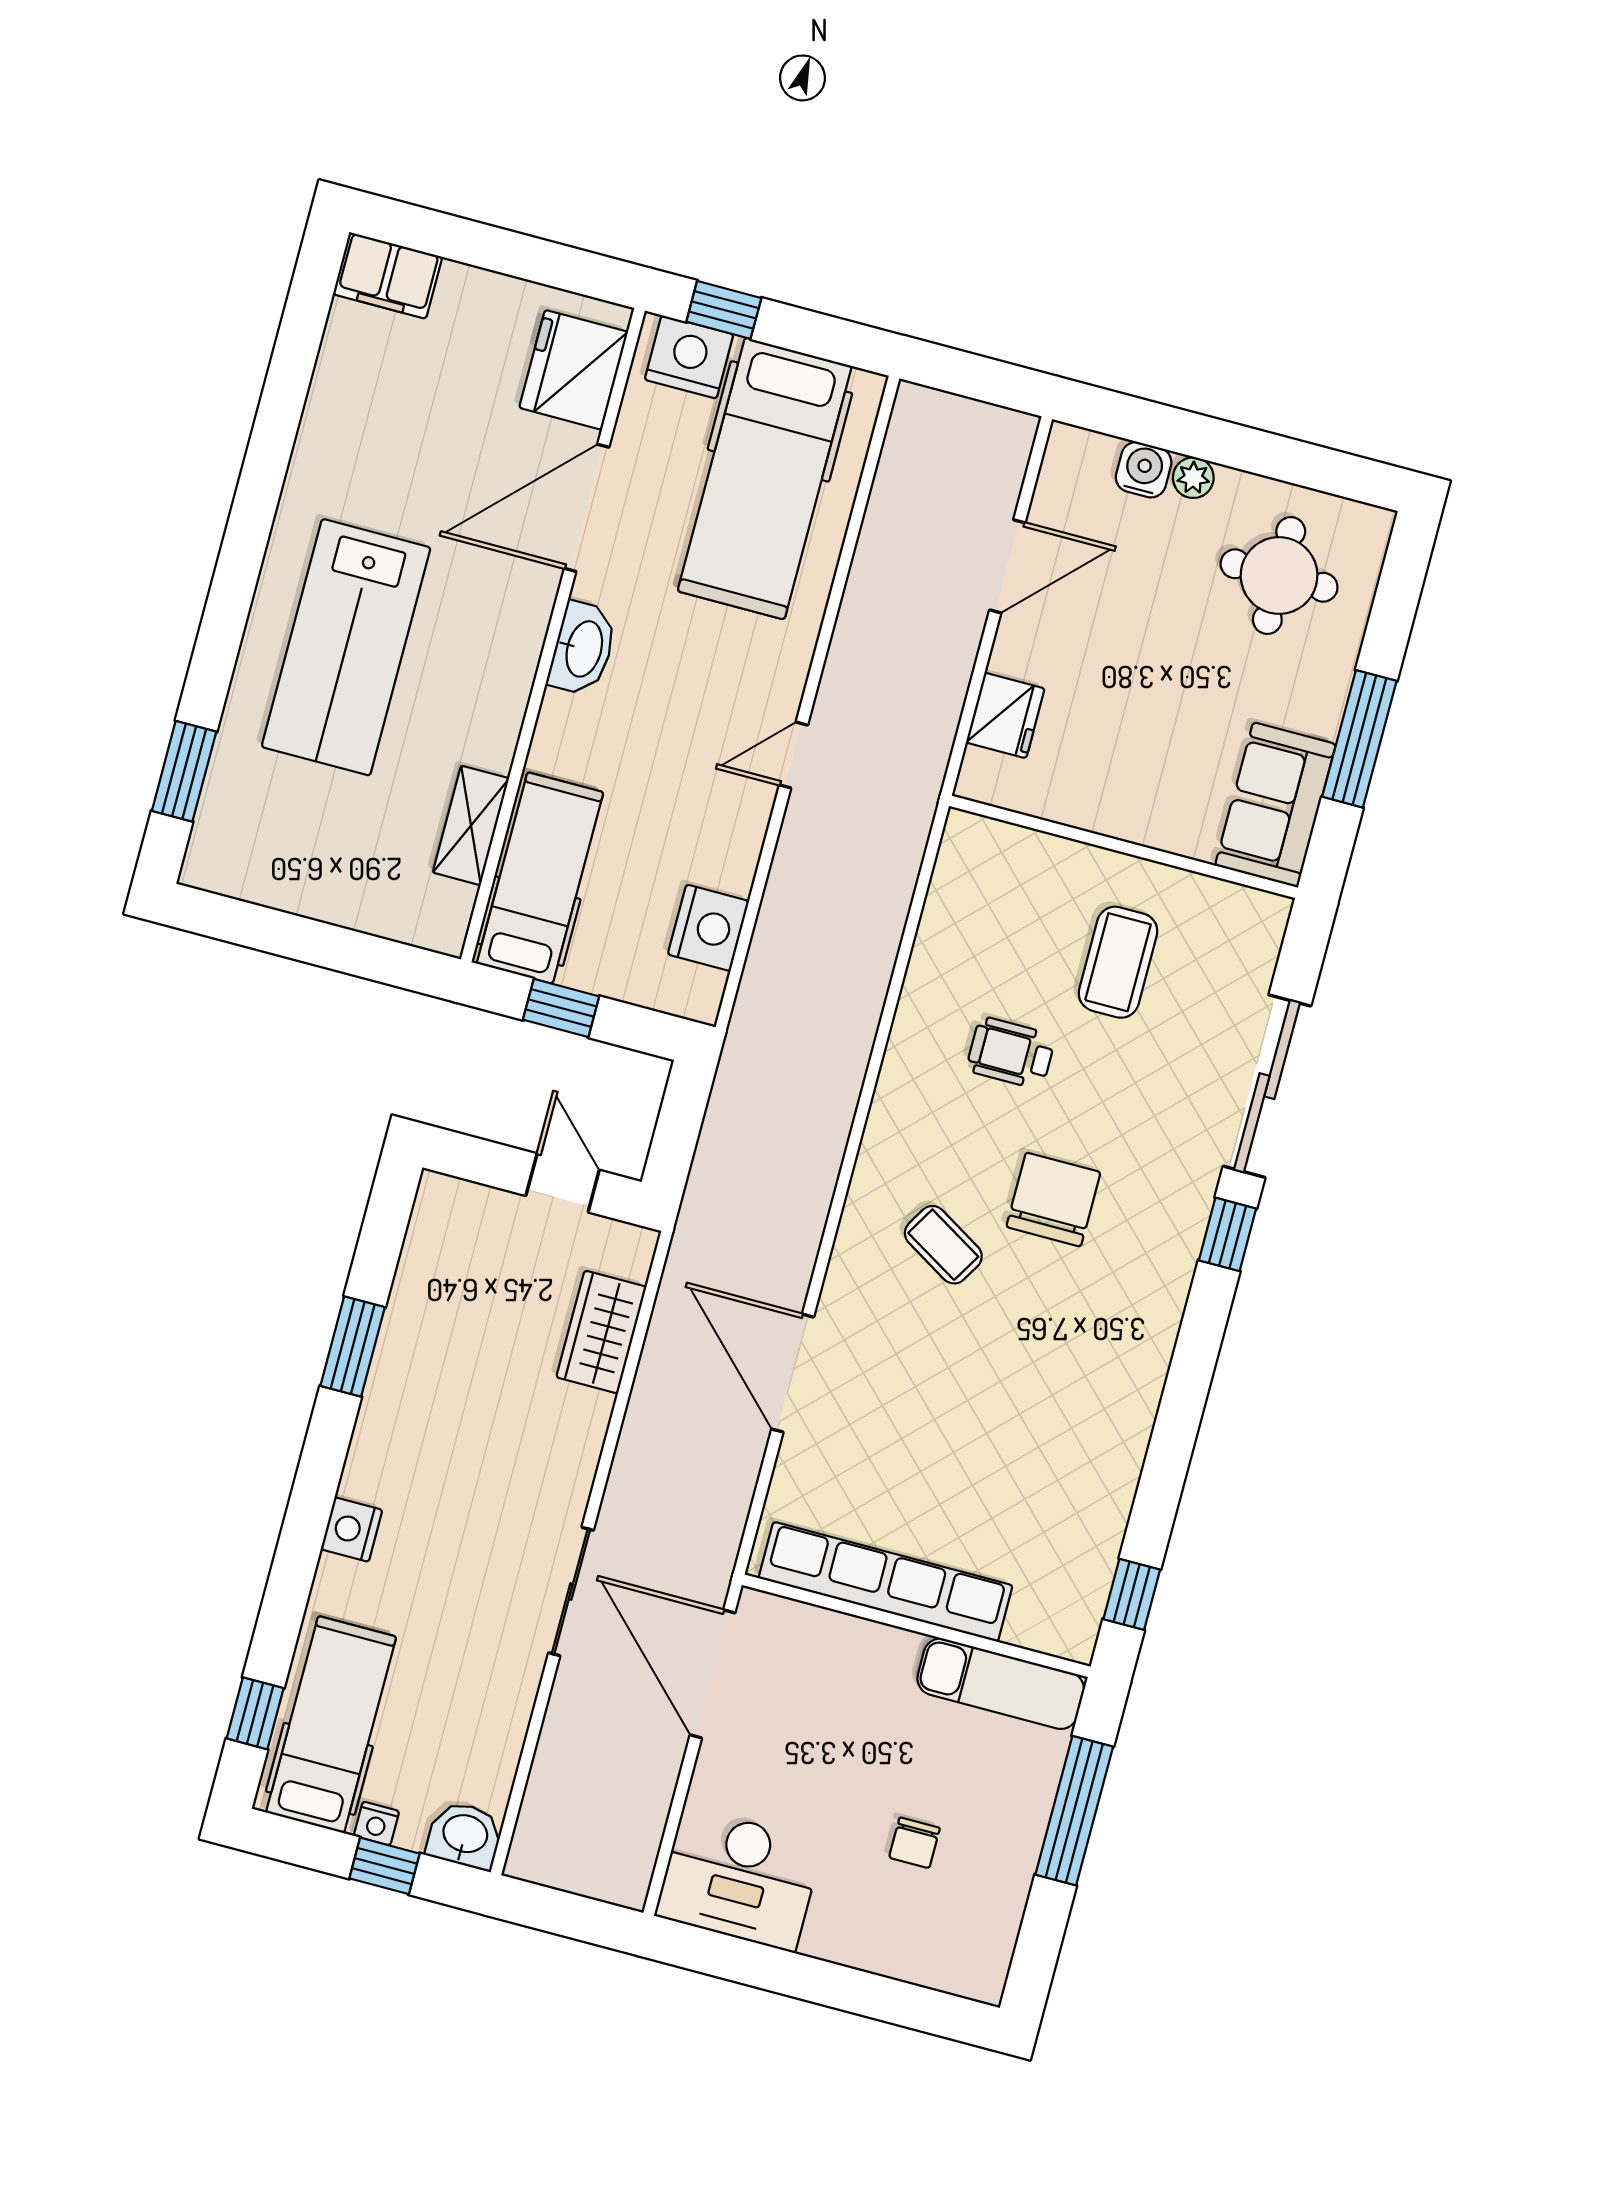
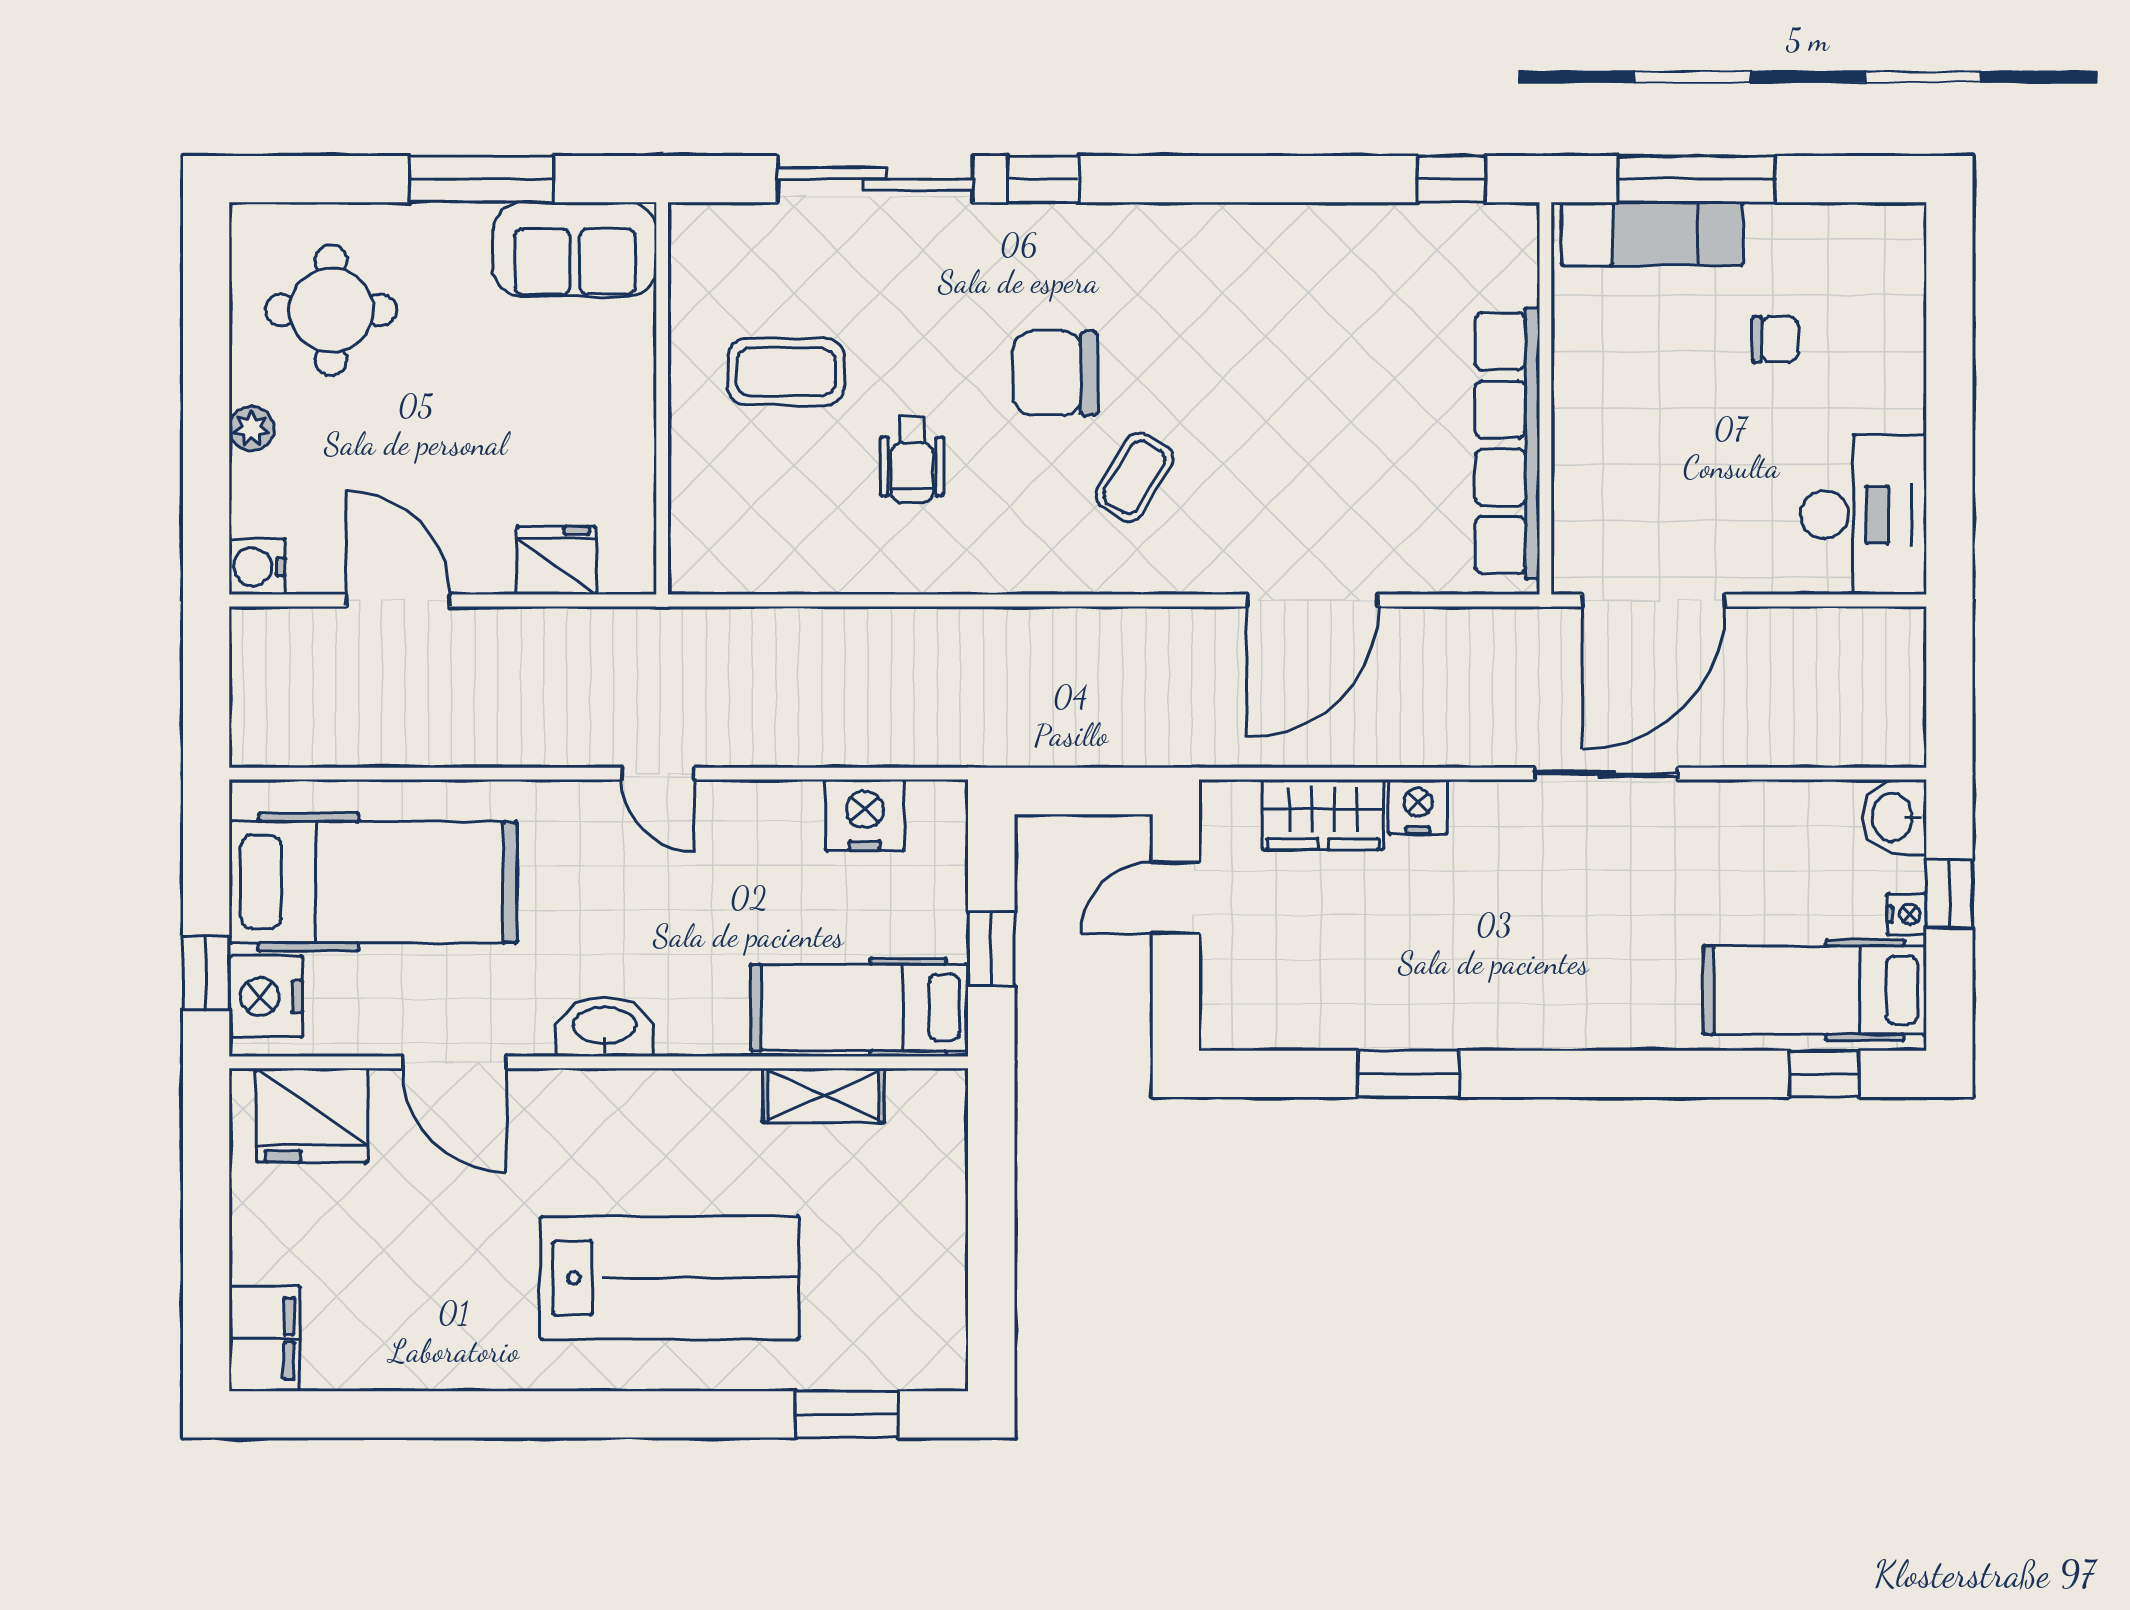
water cooler: (1144, 470) -> (257, 567), moved
door: (587, 508) -> (454, 1062), width x0.73
nightstand: (352, 1530) -> (1418, 807), moved, turned 180
exam couch: (1001, 1684) -> (1652, 234), moved, turned 90

